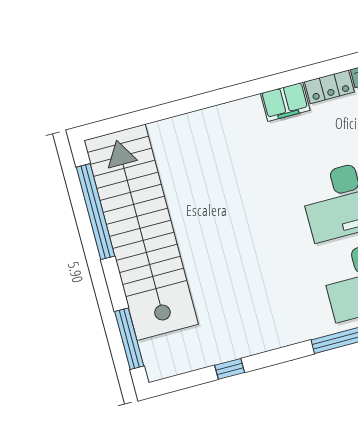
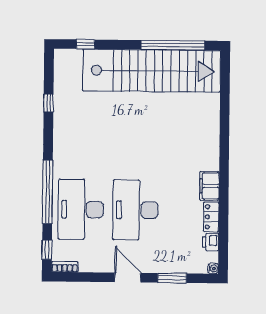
window: (129, 339) -> (86, 44), width x0.46

